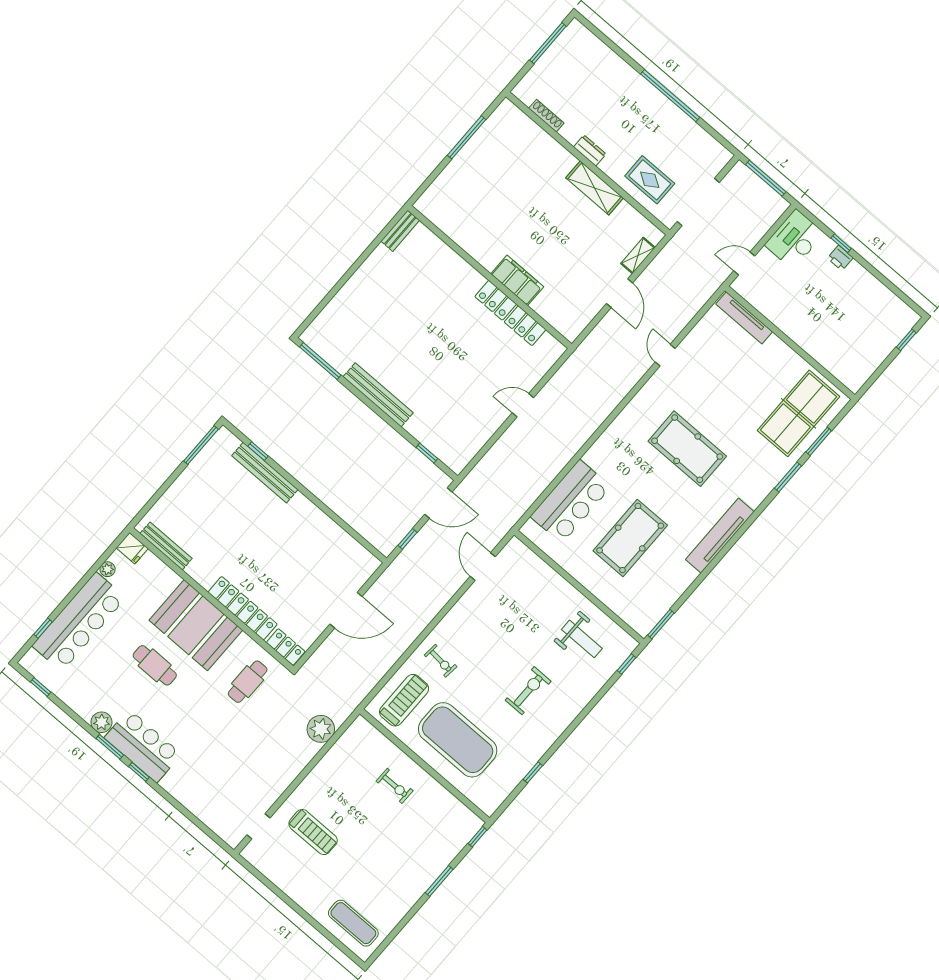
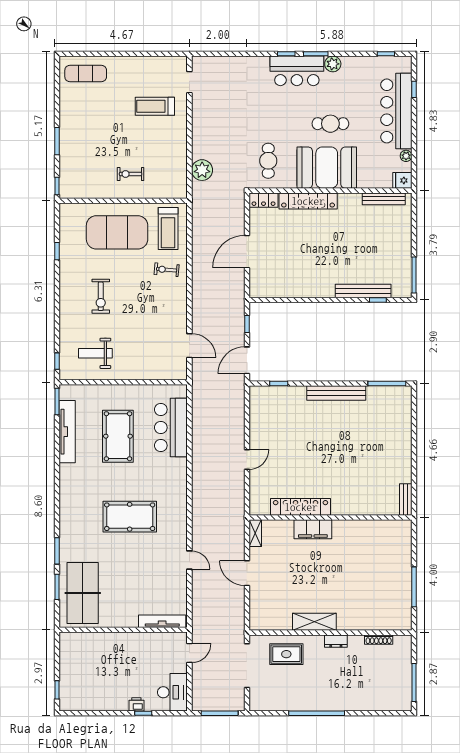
shelving: (638, 255) -> (255, 533), moved
tv unit: (720, 536) -> (67, 432), moved

